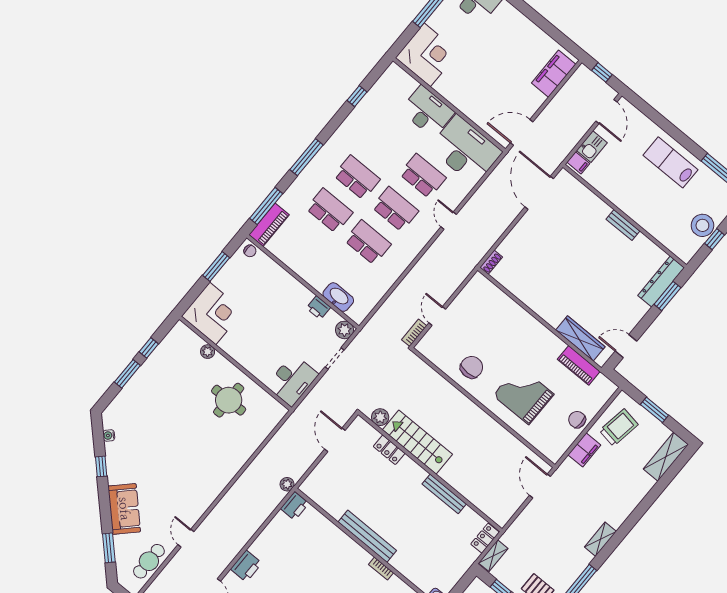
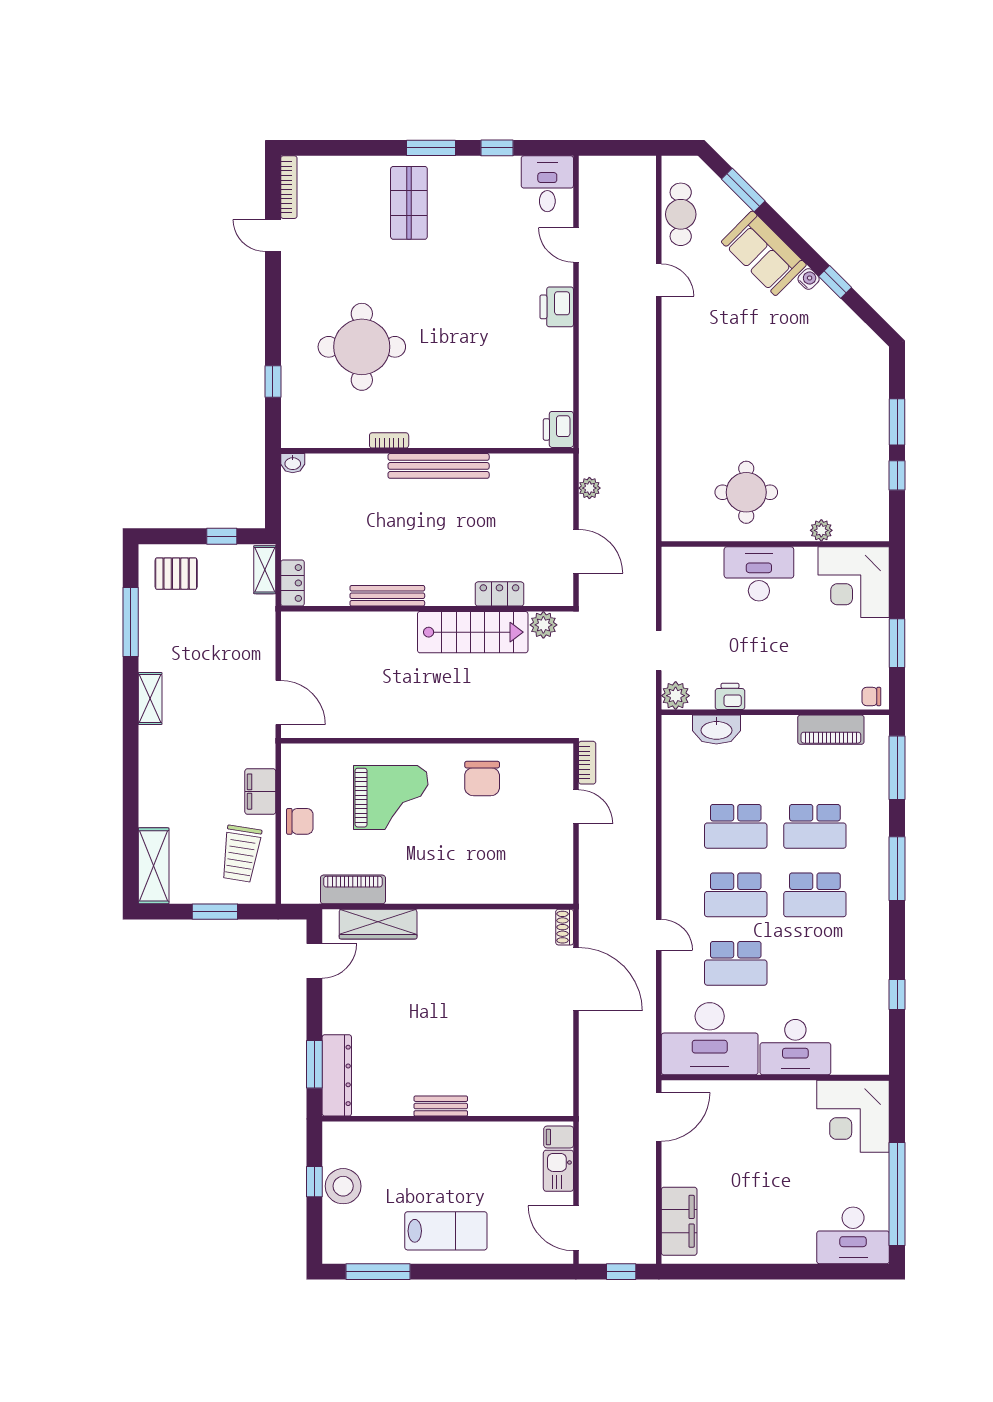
door: (539, 193) -> (576, 979), moved
piano: (269, 225) -> (831, 730), moved, turned -90
desk: (292, 380) -> (759, 574), moved, turned 90
water cooler: (109, 435) -> (809, 279), moved
plant: (287, 484) -> (589, 488), moved

